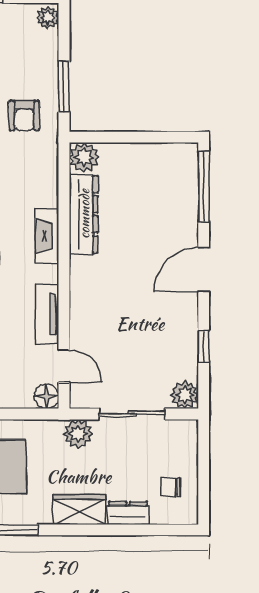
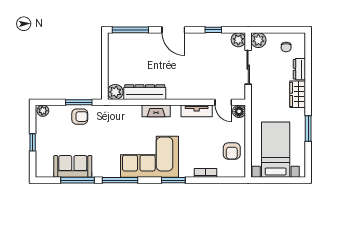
armchair: (24, 116) -> (80, 117), moved
door: (64, 366) -> (223, 102), swing flipped
plant: (78, 434) -> (258, 40), moved

